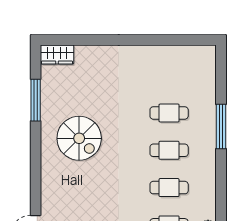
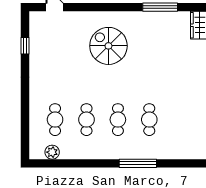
spiral stairs: (79, 138) -> (108, 46), moved, turned 90

